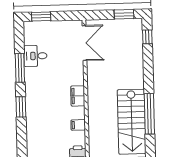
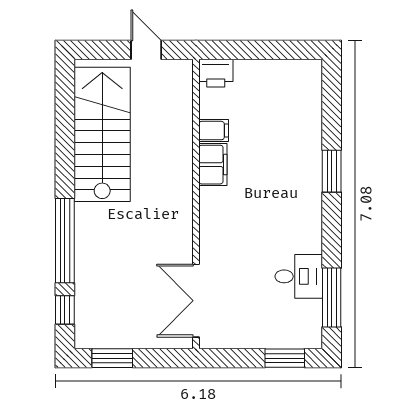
window: (20, 68) -> (332, 298), moved
filing cabinet: (78, 96) -> (213, 165), moved
window: (149, 114) -> (65, 241), moved

